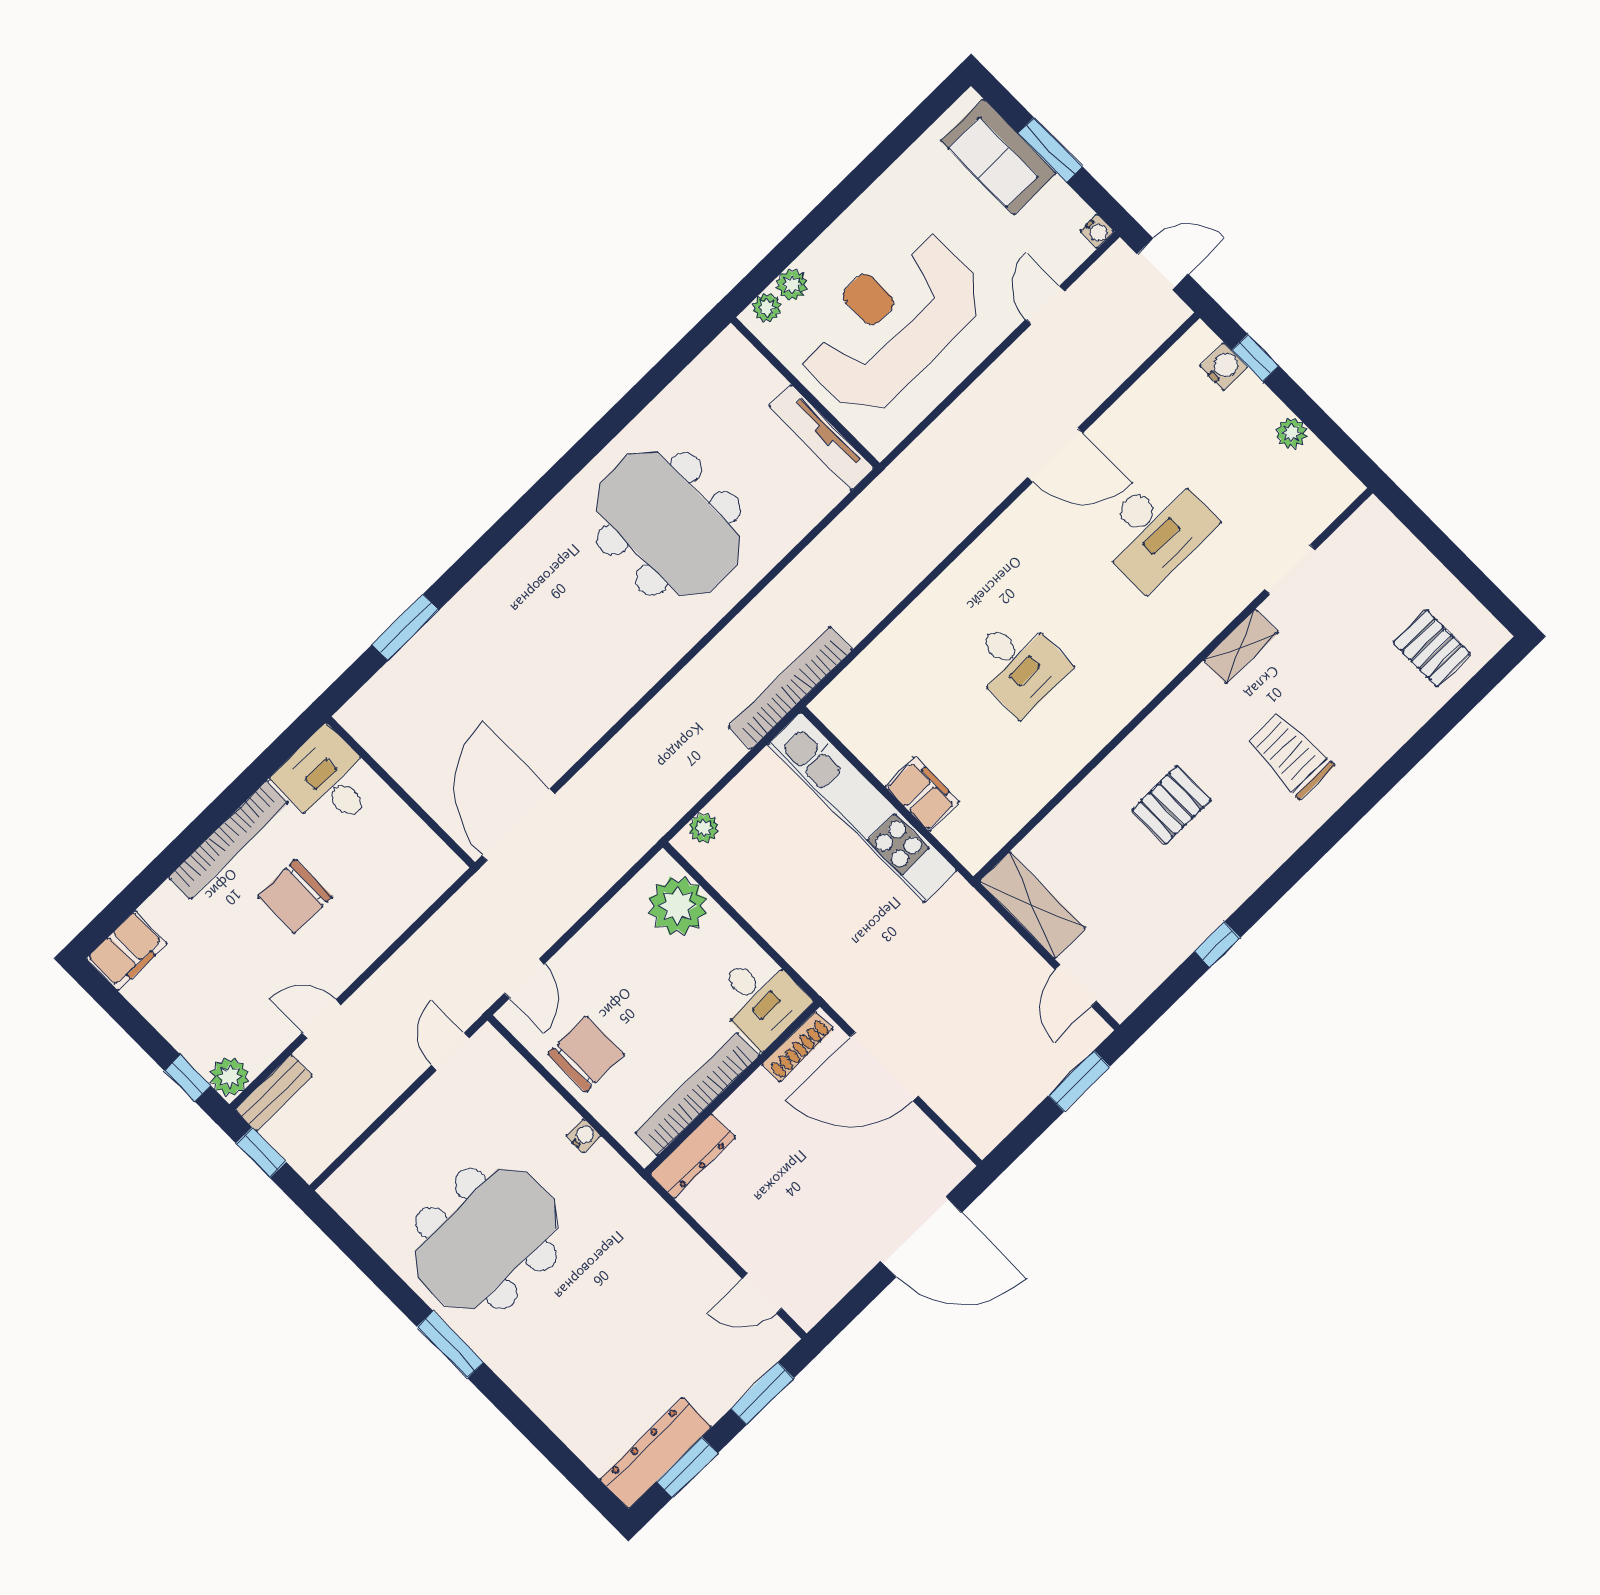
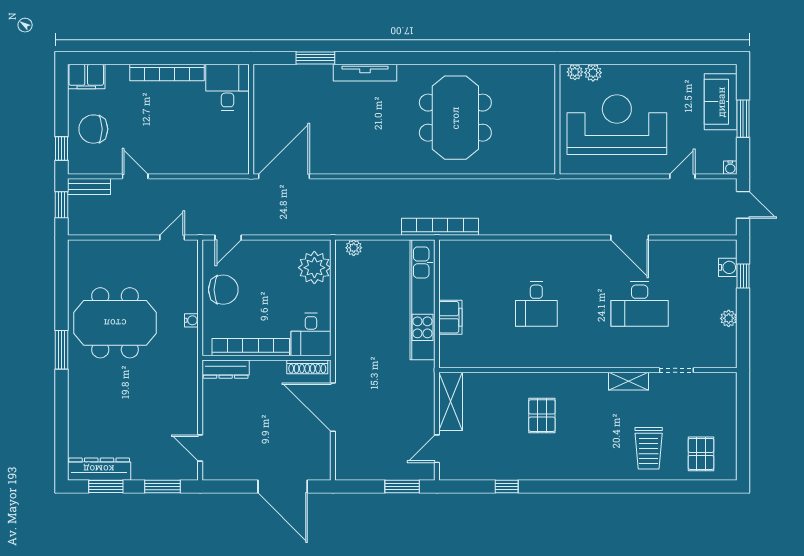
tv unit: (822, 438) -> (365, 73), moved, turned -90
trolley: (1290, 755) -> (649, 448), moved, turned 180
pallet: (1171, 805) -> (542, 416), turned 90
chair: (295, 896) -> (93, 129), moved
plant: (230, 1077) -> (78, 164), removed

